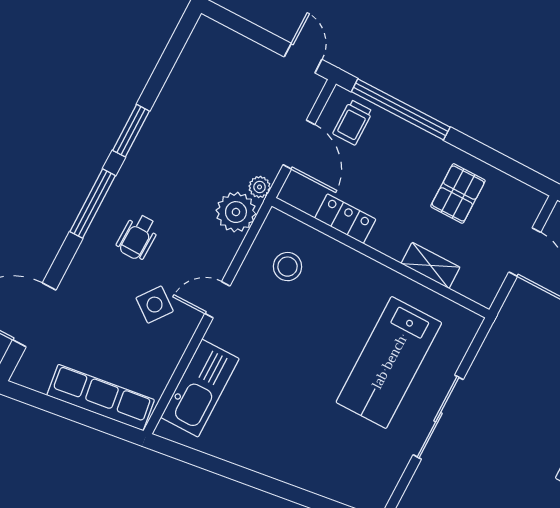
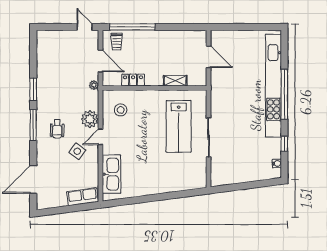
pallet: (458, 193) -> (171, 48), removed
plant: (236, 212) -> (90, 119), moved
row of seats: (101, 397) -> (82, 197), width x0.68

